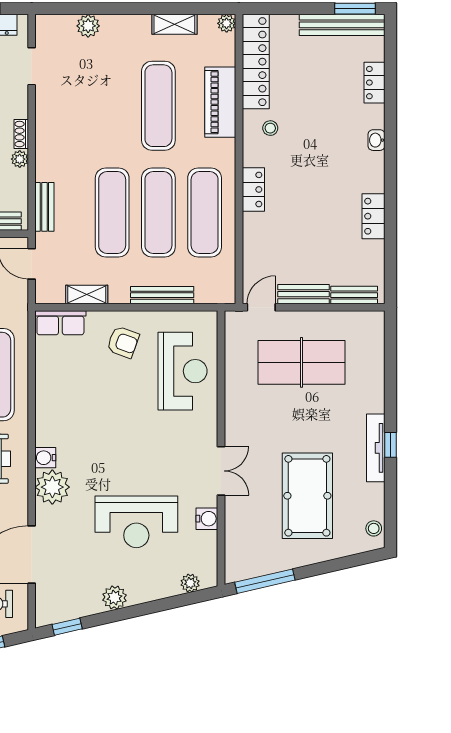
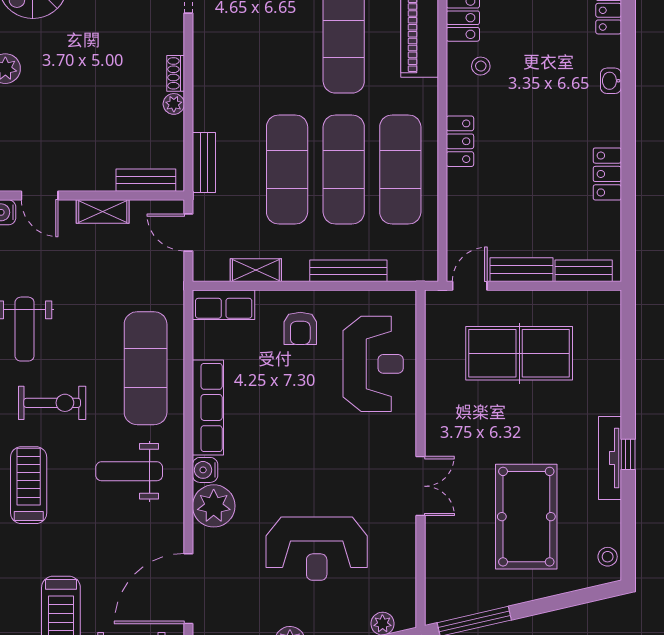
armchair: (123, 342) -> (300, 328), turned 70
row of seats: (48, 407) -> (208, 407), added
water cooler: (207, 519) -> (403, 545), removed

